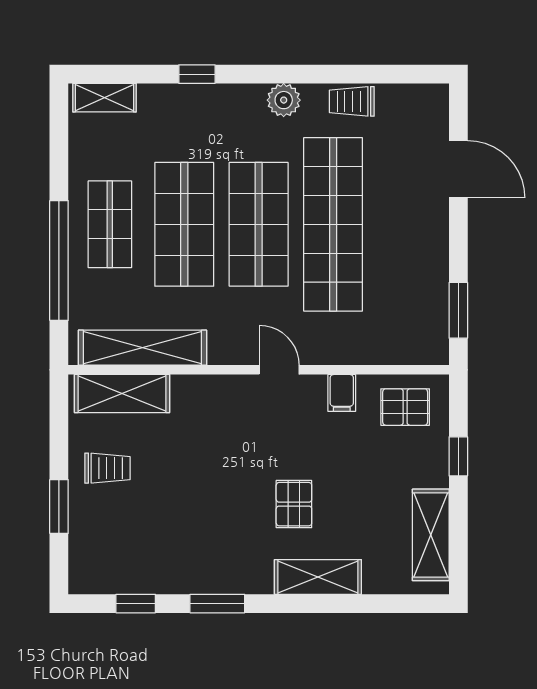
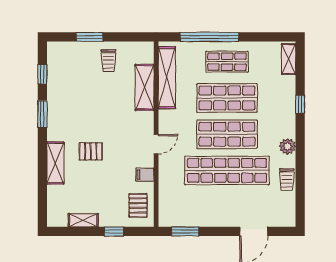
trolley: (352, 101) -> (287, 180), turned 180
shelving: (122, 394) -> (145, 87), moved
shelving: (431, 535) -> (83, 220), width x0.67, depth x0.75

